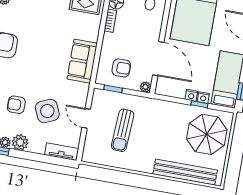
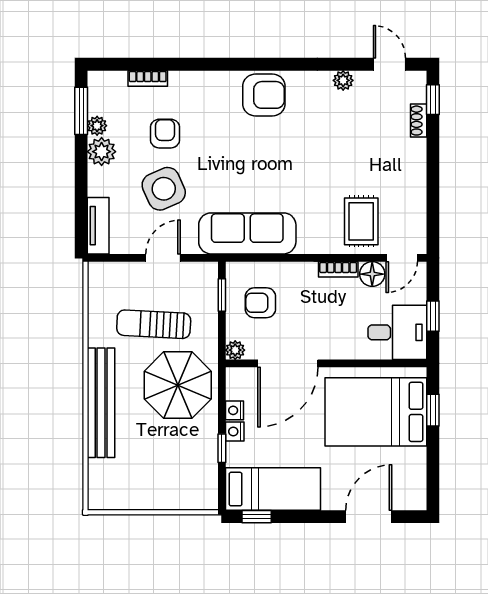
sofa: (82, 61) -> (247, 233), width x1.36
armchair: (121, 68) -> (260, 303), turned 90
nightstand: (203, 98) -> (235, 410), moved
parasol: (207, 134) -> (178, 385), moved
bench: (185, 172) -> (101, 403), moved

